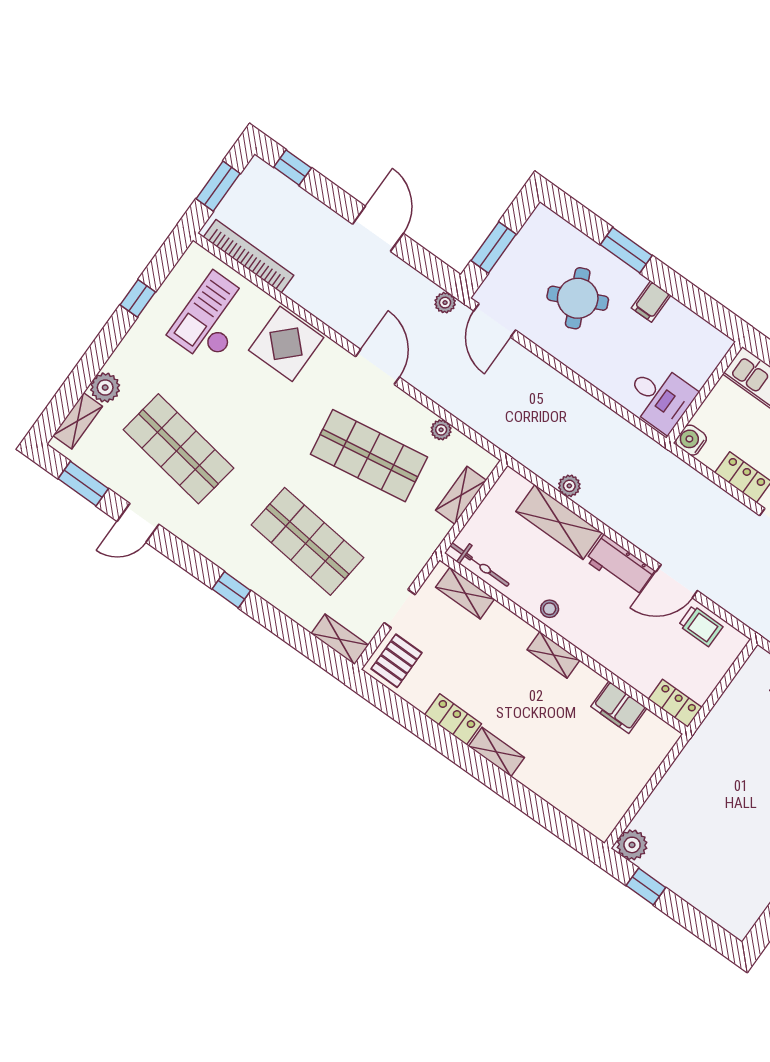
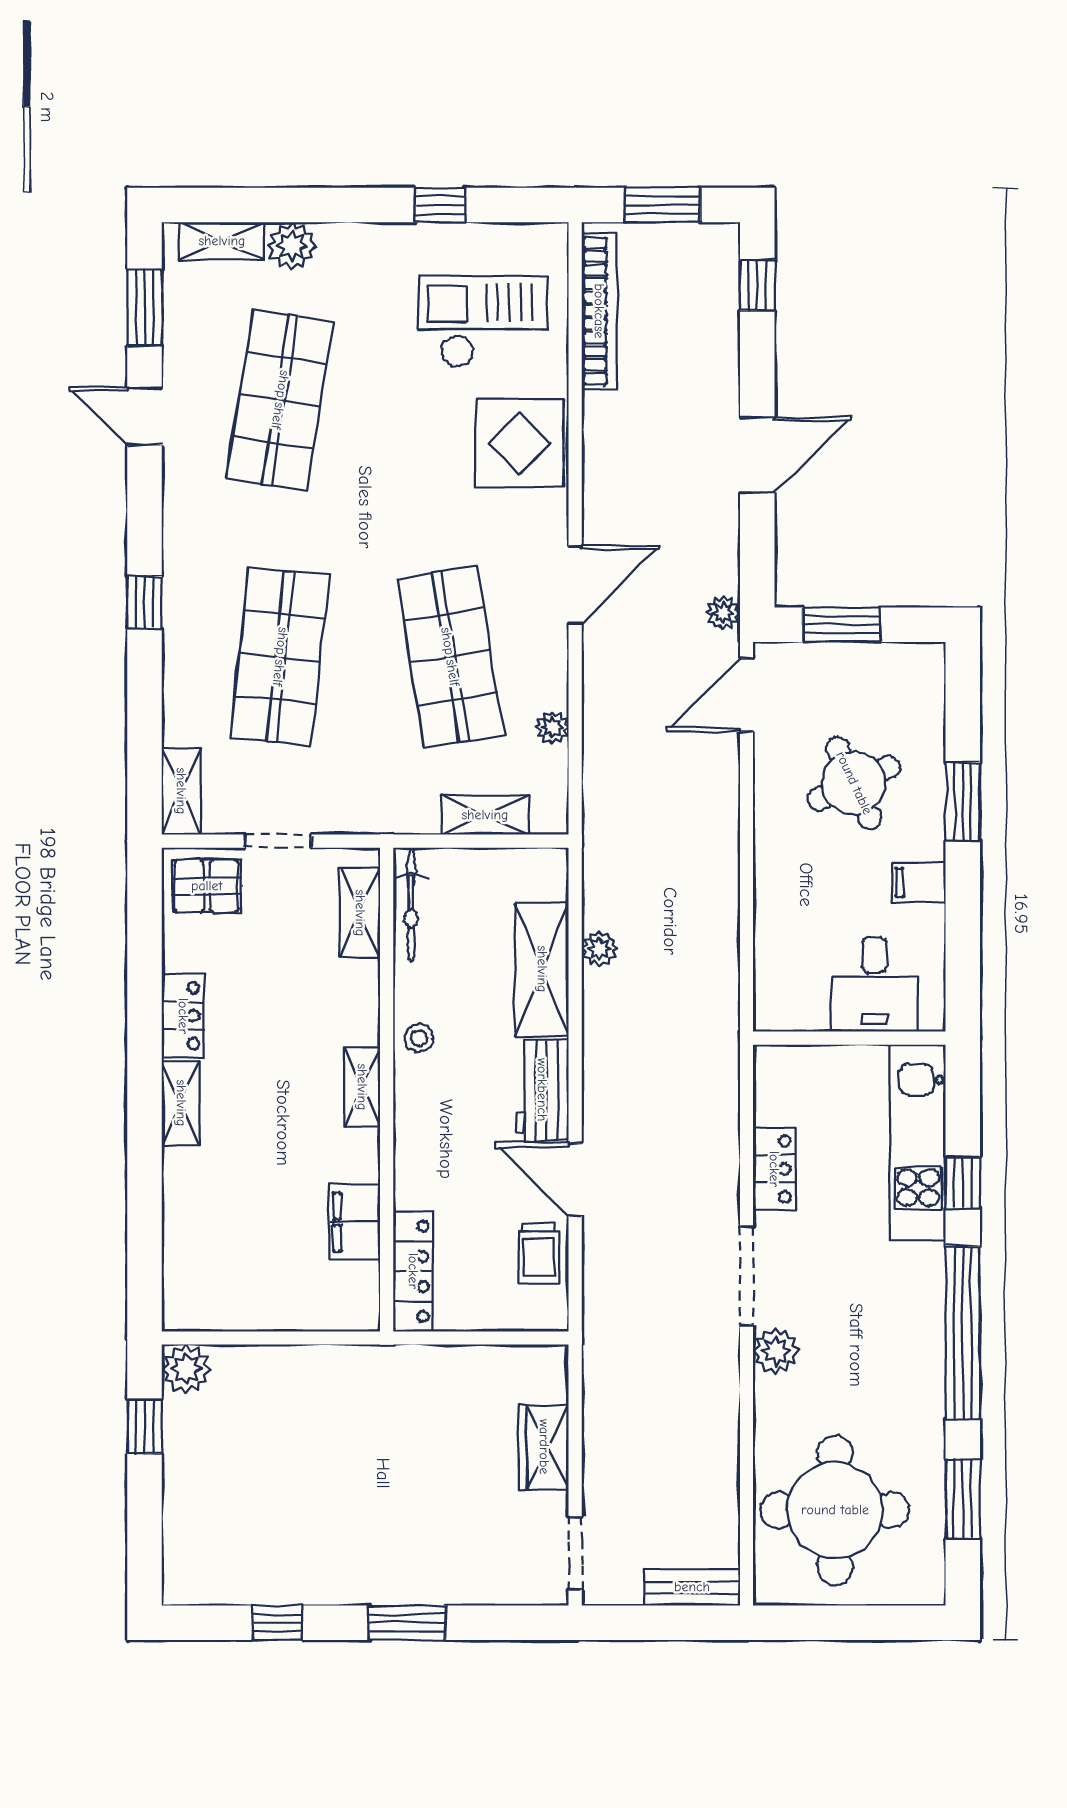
desk: (660, 397) -> (875, 984), moved
water cooler: (691, 440) -> (774, 1066), removed
locker: (675, 703) -> (413, 1271), width x1.53

